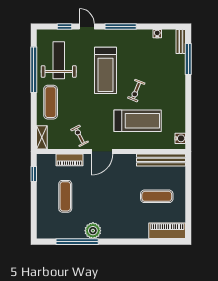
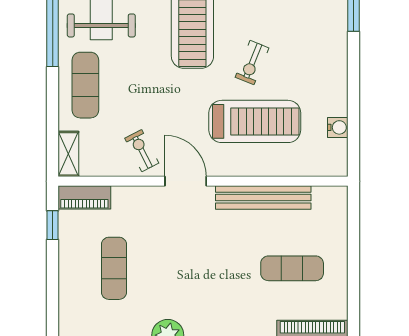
water cooler: (180, 138) -> (338, 127), moved
door: (102, 152) -> (186, 181), swing flipped
piano: (69, 160) -> (84, 197), moved
bench: (161, 160) -> (263, 198), moved

